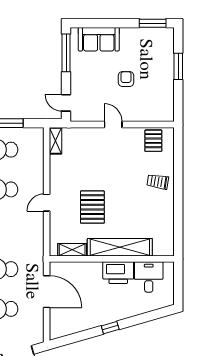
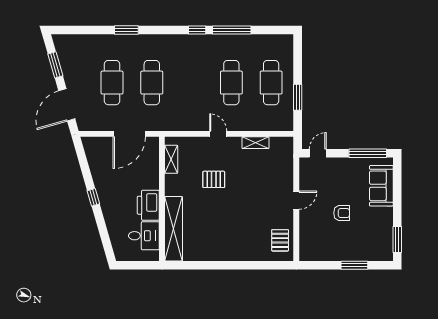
shelving: (55, 141) -> (255, 143), moved
pallet: (153, 141) -> (280, 240), turned 90
trolley: (158, 182) -> (239, 245), removed
pallet: (92, 207) -> (214, 179), width x0.67, depth x0.71
shelving: (120, 247) -> (174, 229), moved

